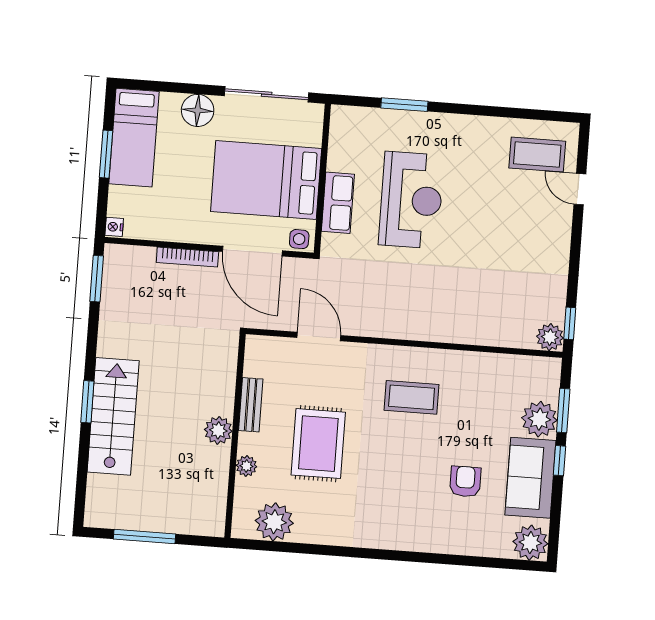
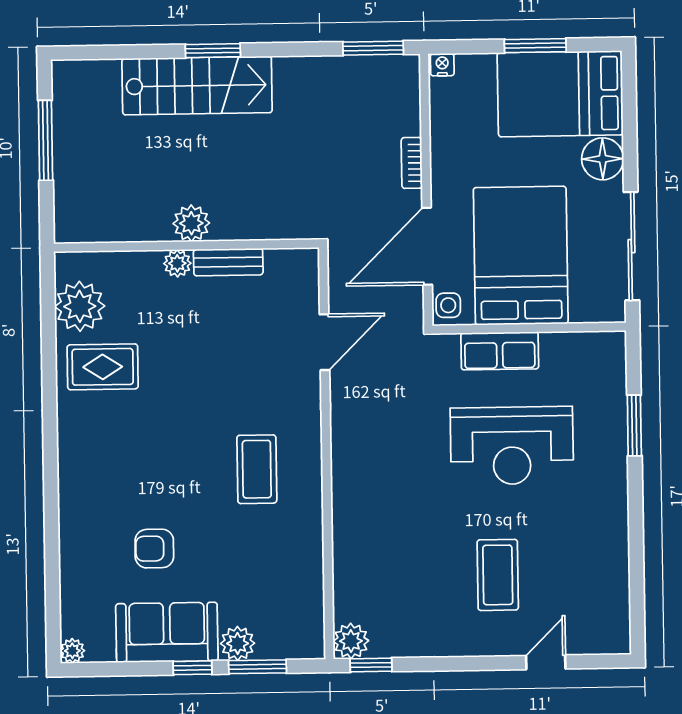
bed: (134, 138) -> (560, 94), width x1.50
coffee table: (537, 155) -> (498, 575), moved
bookcase: (187, 257) -> (412, 163), width x0.64
plant: (539, 419) -> (238, 643), width x0.73, depth x0.73
rug: (318, 444) -> (103, 367), moved, width x0.73, depth x0.70
plant: (246, 466) -> (177, 263), moved
armchair: (465, 481) -> (154, 549), turned 180
plant: (530, 543) -> (72, 651), width x0.53, depth x0.53

